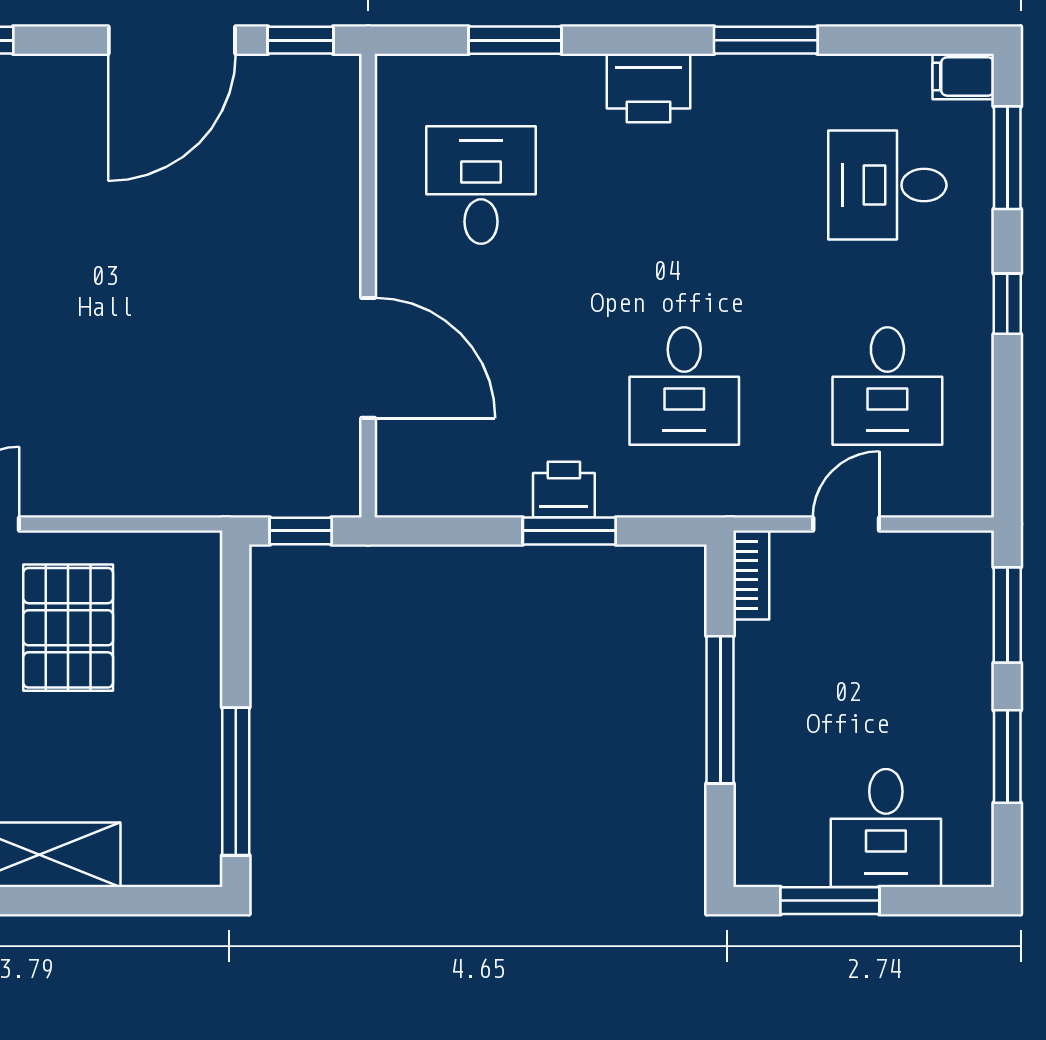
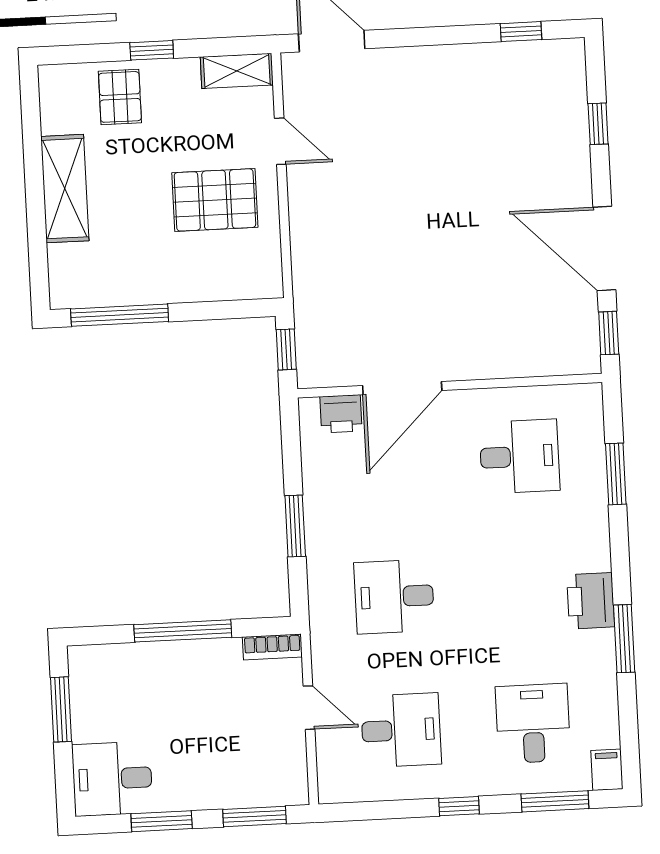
printer: (648, 88) -> (591, 601), moved
desk: (887, 386) -> (401, 730), turned 180
printer: (564, 490) -> (341, 414), moved, turned 90
desk: (886, 828) -> (112, 779), moved

